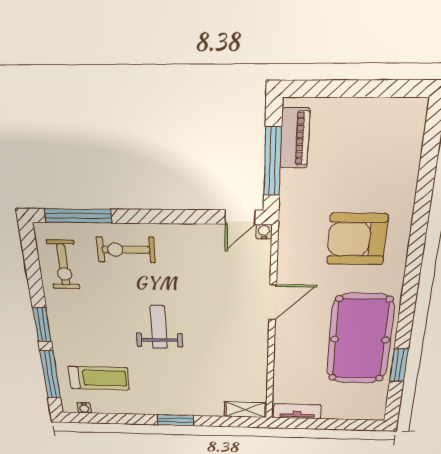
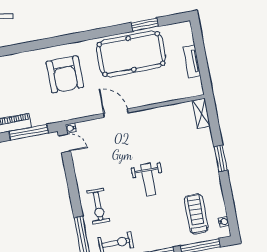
weight bench: (159, 327) -> (148, 180), turned -90
tv unit: (297, 411) -> (192, 61), moved

